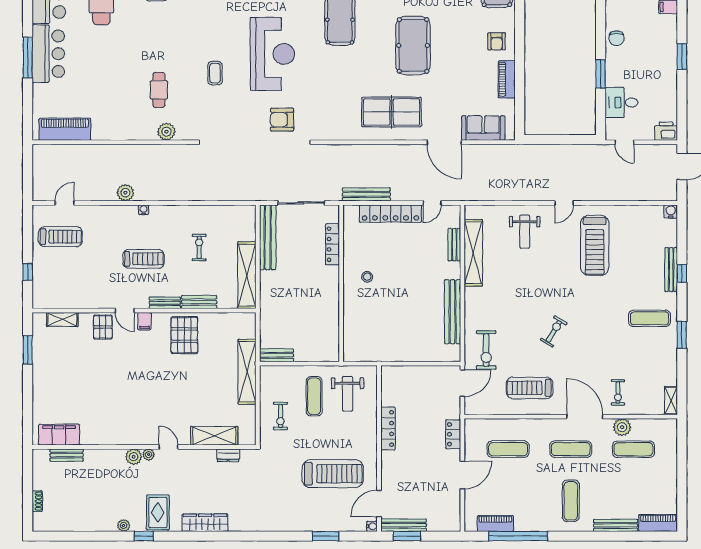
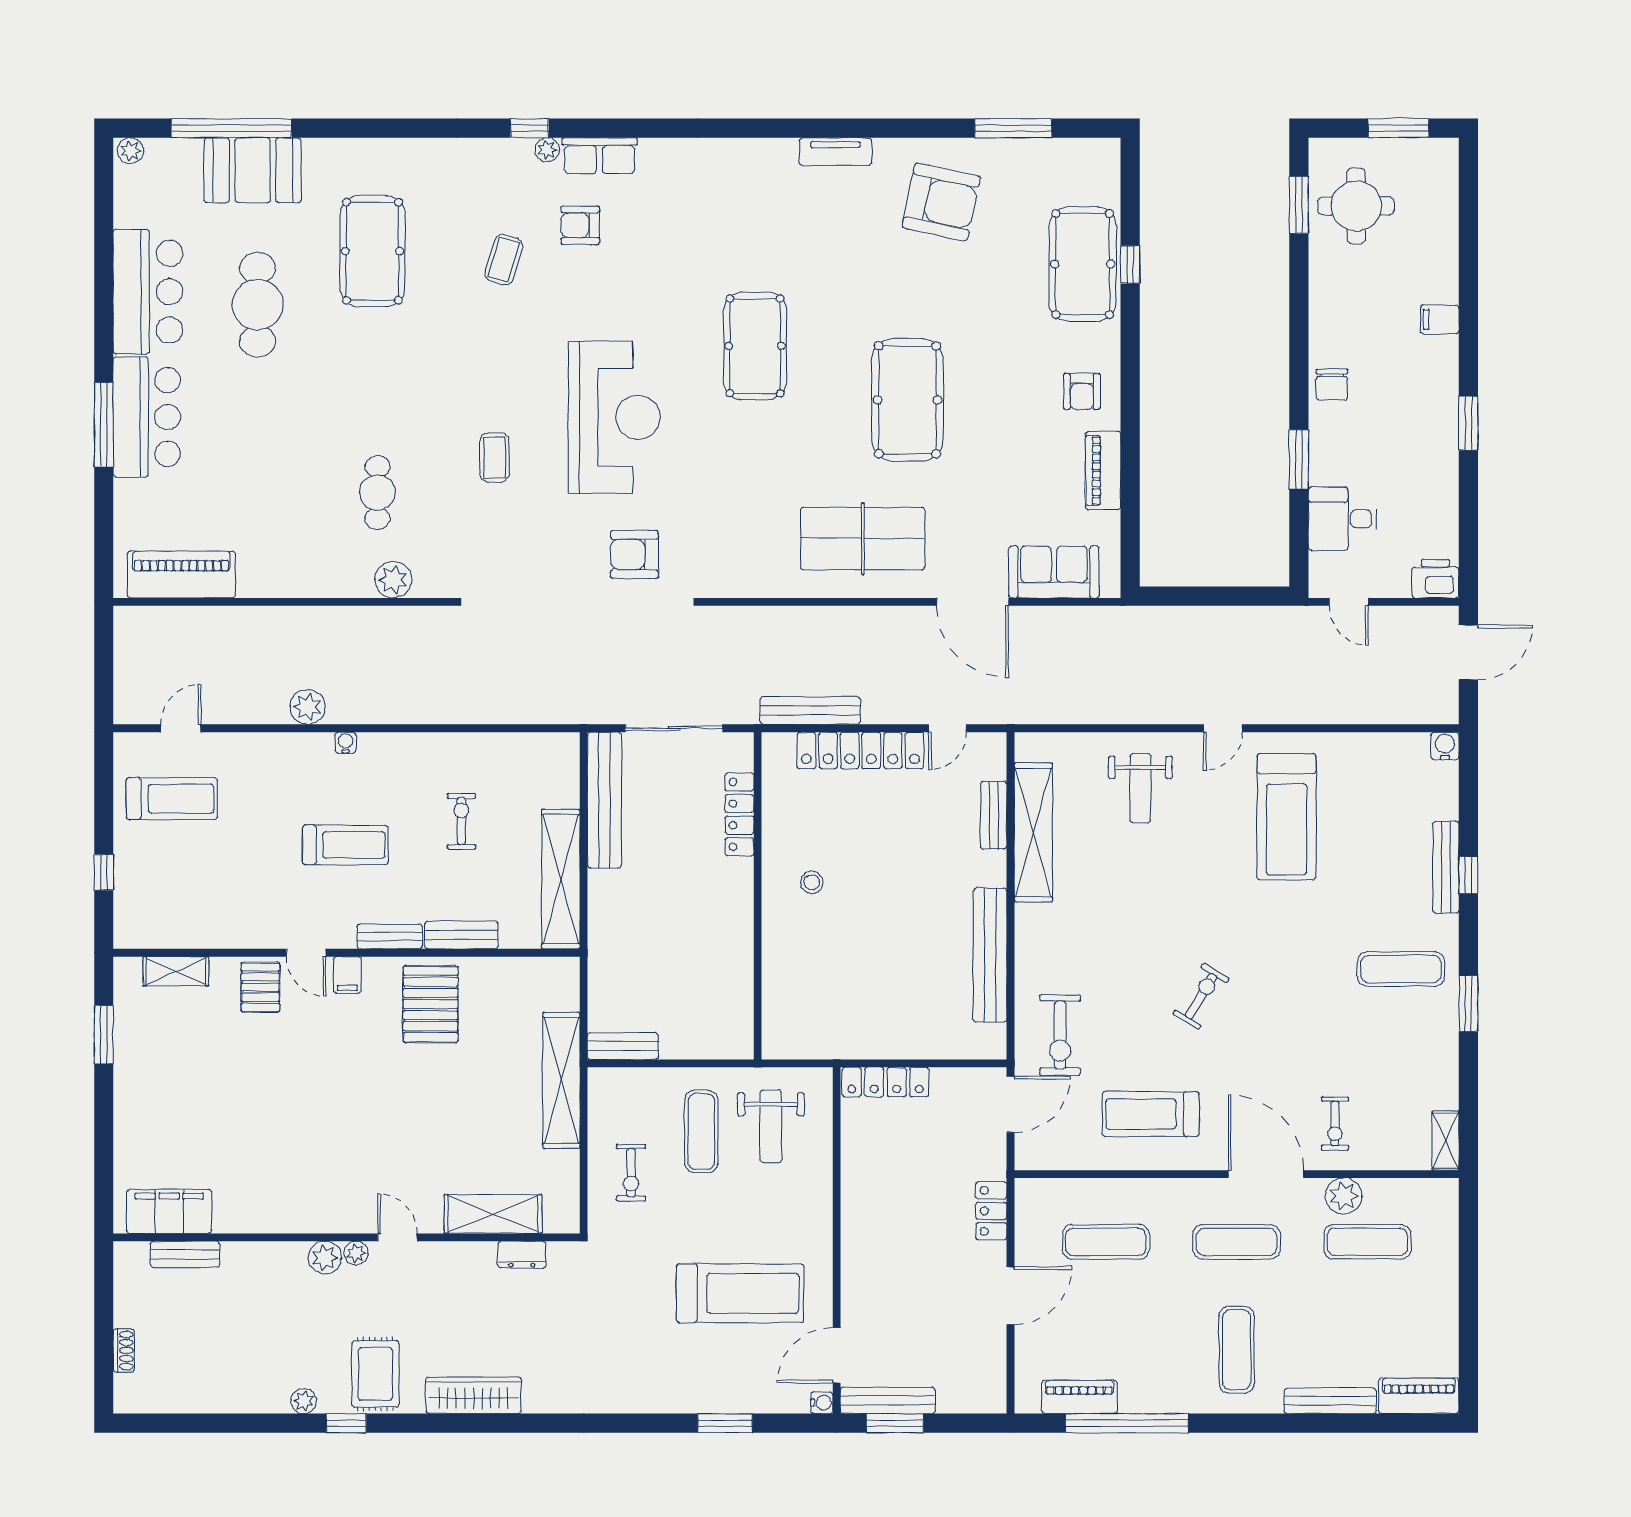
locker: (388, 429) -> (885, 1082), moved, turned 90

